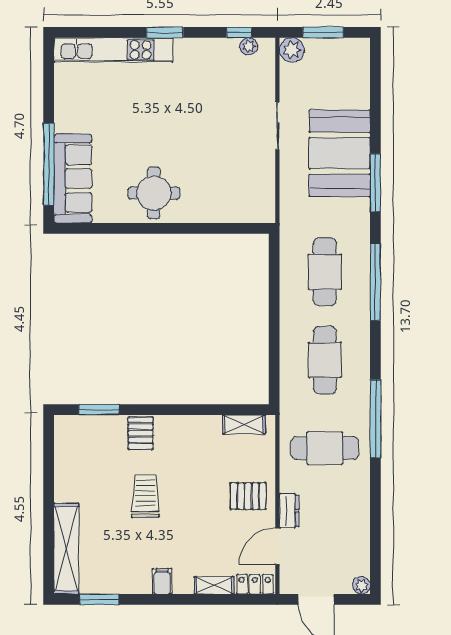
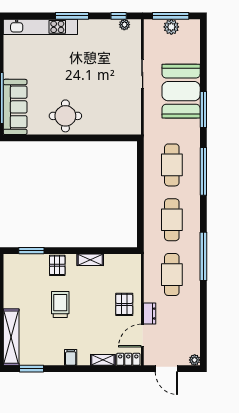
window: (165, 32) -> (72, 16), width x1.44
window: (323, 32) -> (171, 16), width x1.44
plant: (292, 50) -> (171, 27), moved
shelving: (244, 424) -> (90, 260), moved
cafe table: (325, 448) -> (172, 275), turned 90
pallet: (248, 496) -> (124, 304), turned 90

